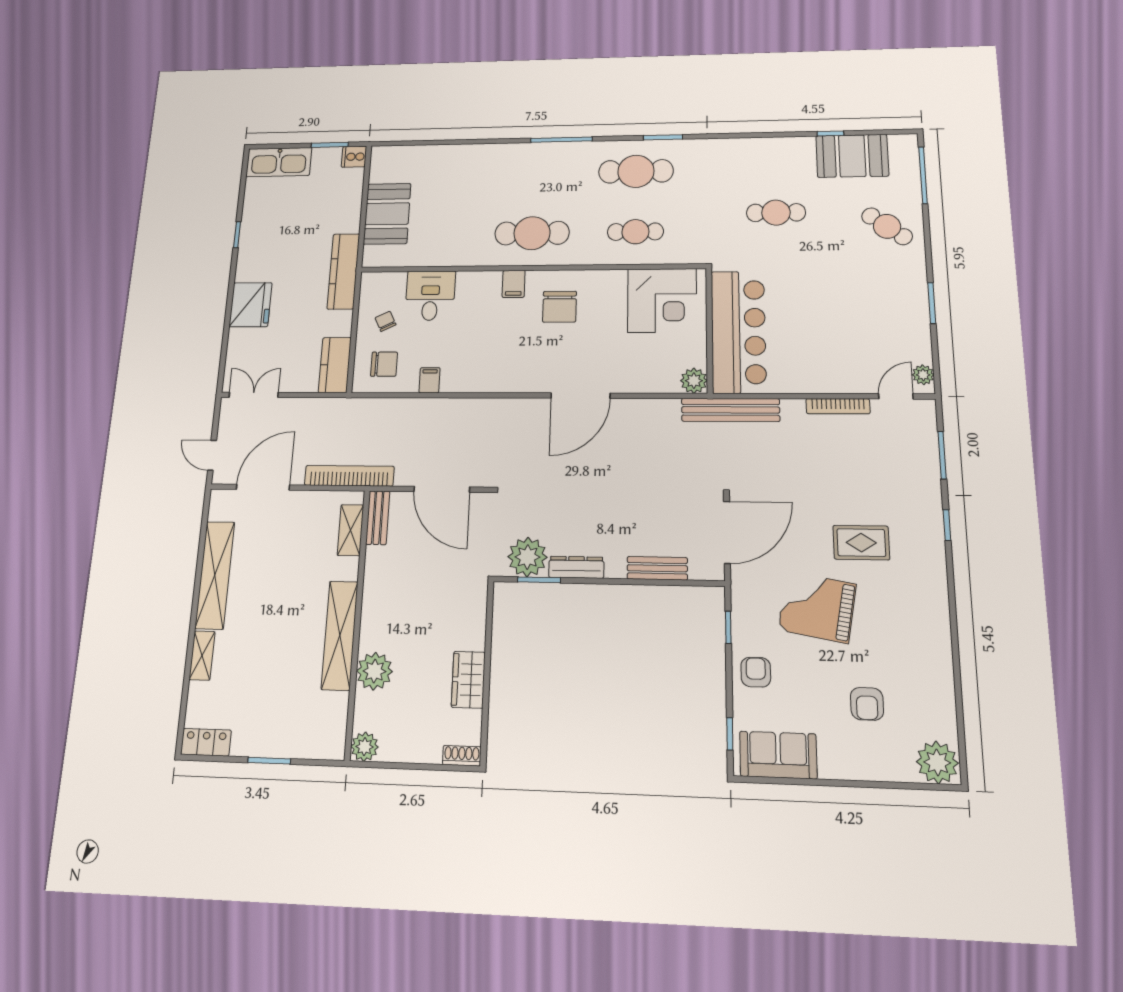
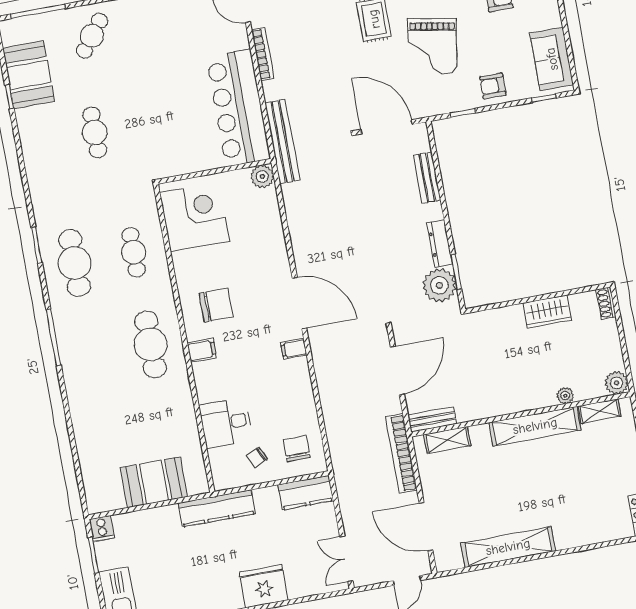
bar counter: (738, 332) -> (238, 108), moved, turned -90
filing cabinet: (430, 380) -> (294, 349), moved
door: (580, 396) -> (299, 303), moved
shelving: (202, 656) -> (600, 411), moved
plant: (374, 671) -> (565, 396), width x0.53, depth x0.53

